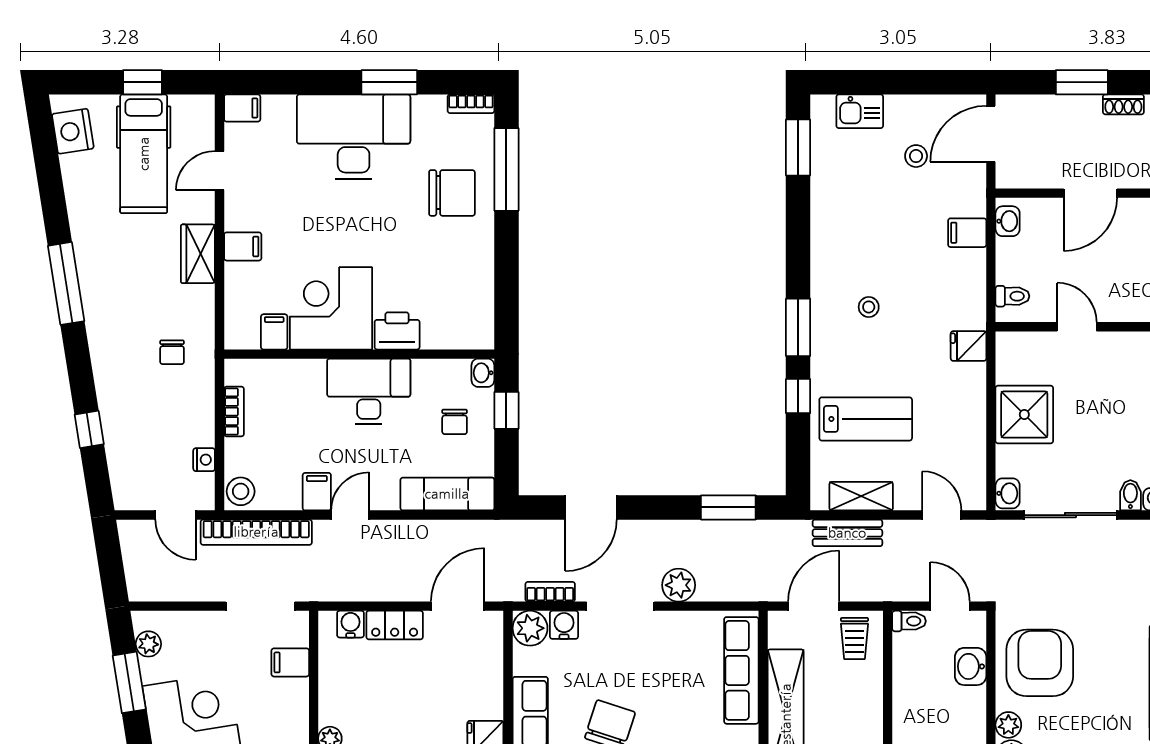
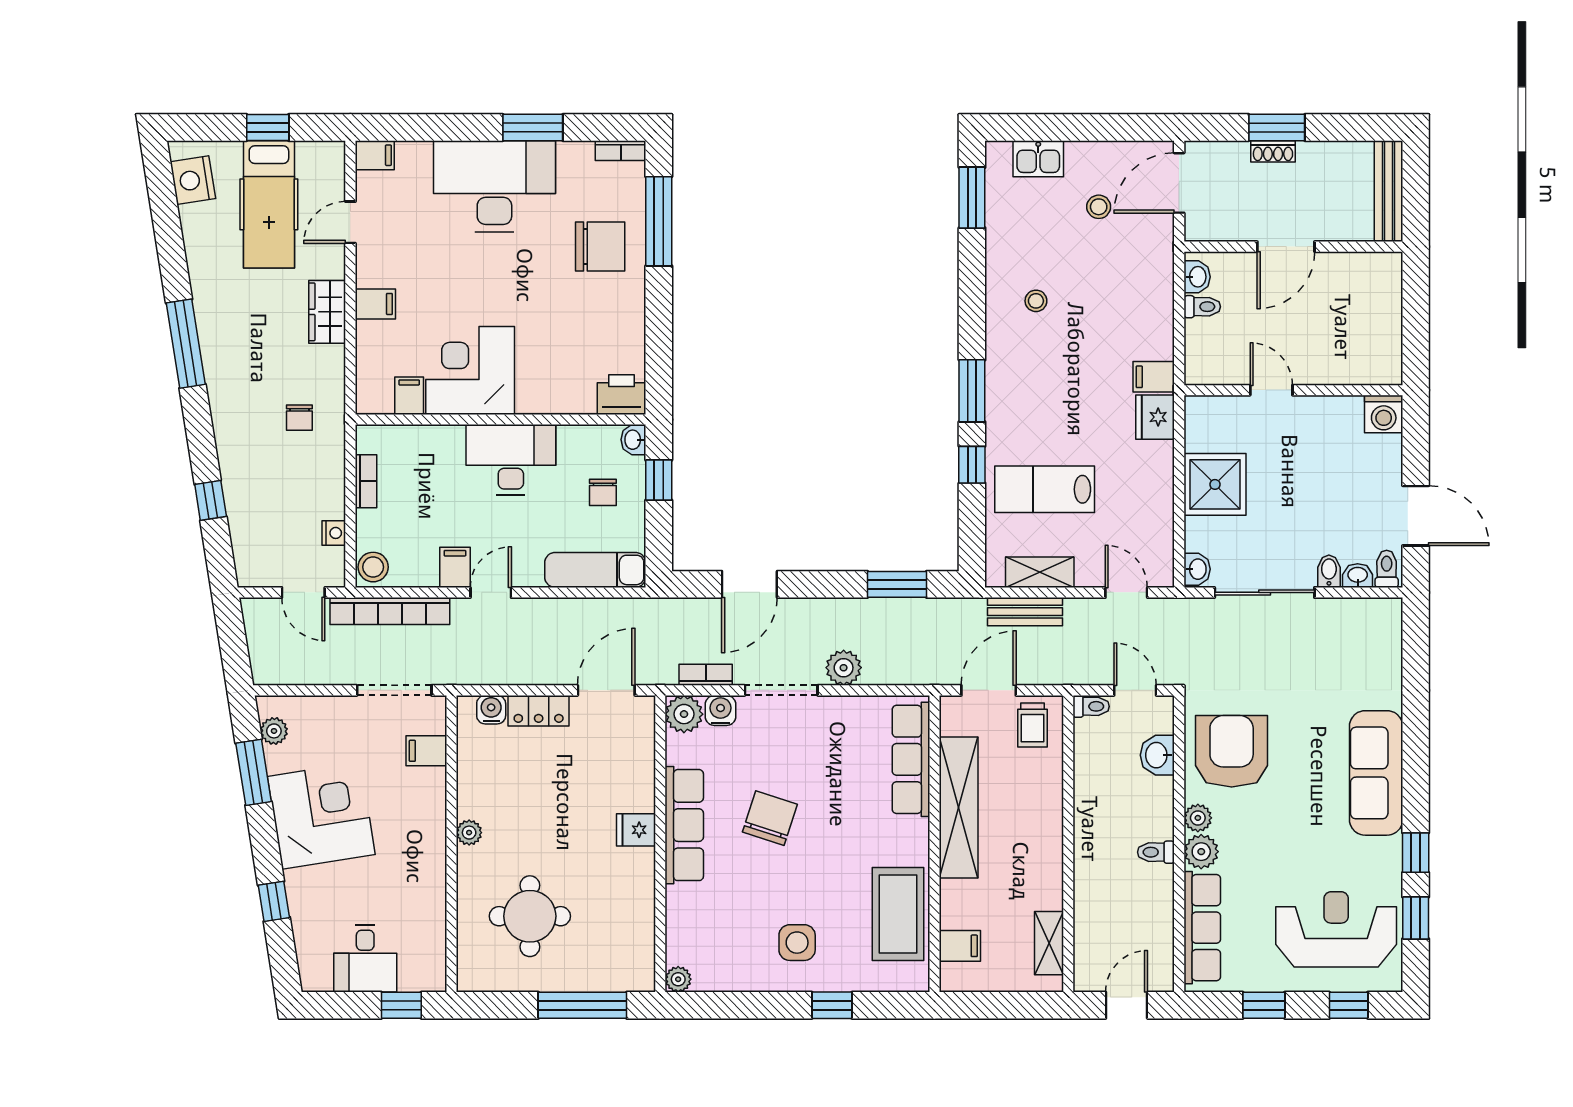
shoe rack: (1123, 104) -> (1273, 151), moved
filing cabinet: (967, 233) -> (1154, 377), moved
toilet: (1012, 296) -> (1202, 307), moved
stool: (869, 307) -> (1036, 301), moved
printer: (397, 331) -> (621, 395), moved
fridge: (969, 346) -> (1155, 417), width x1.38
lab bench: (866, 419) -> (1045, 489), turned 180

